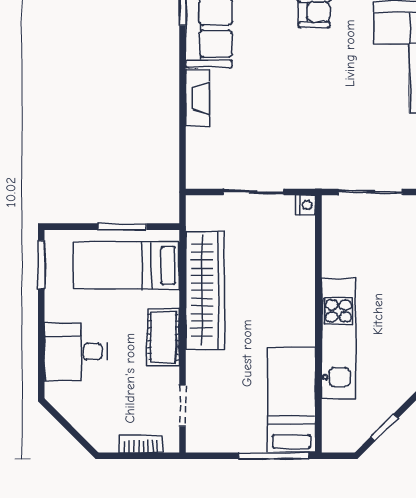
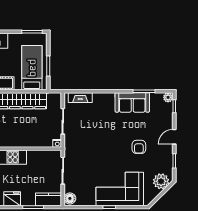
fireplace: (198, 98) -> (80, 98), moved

